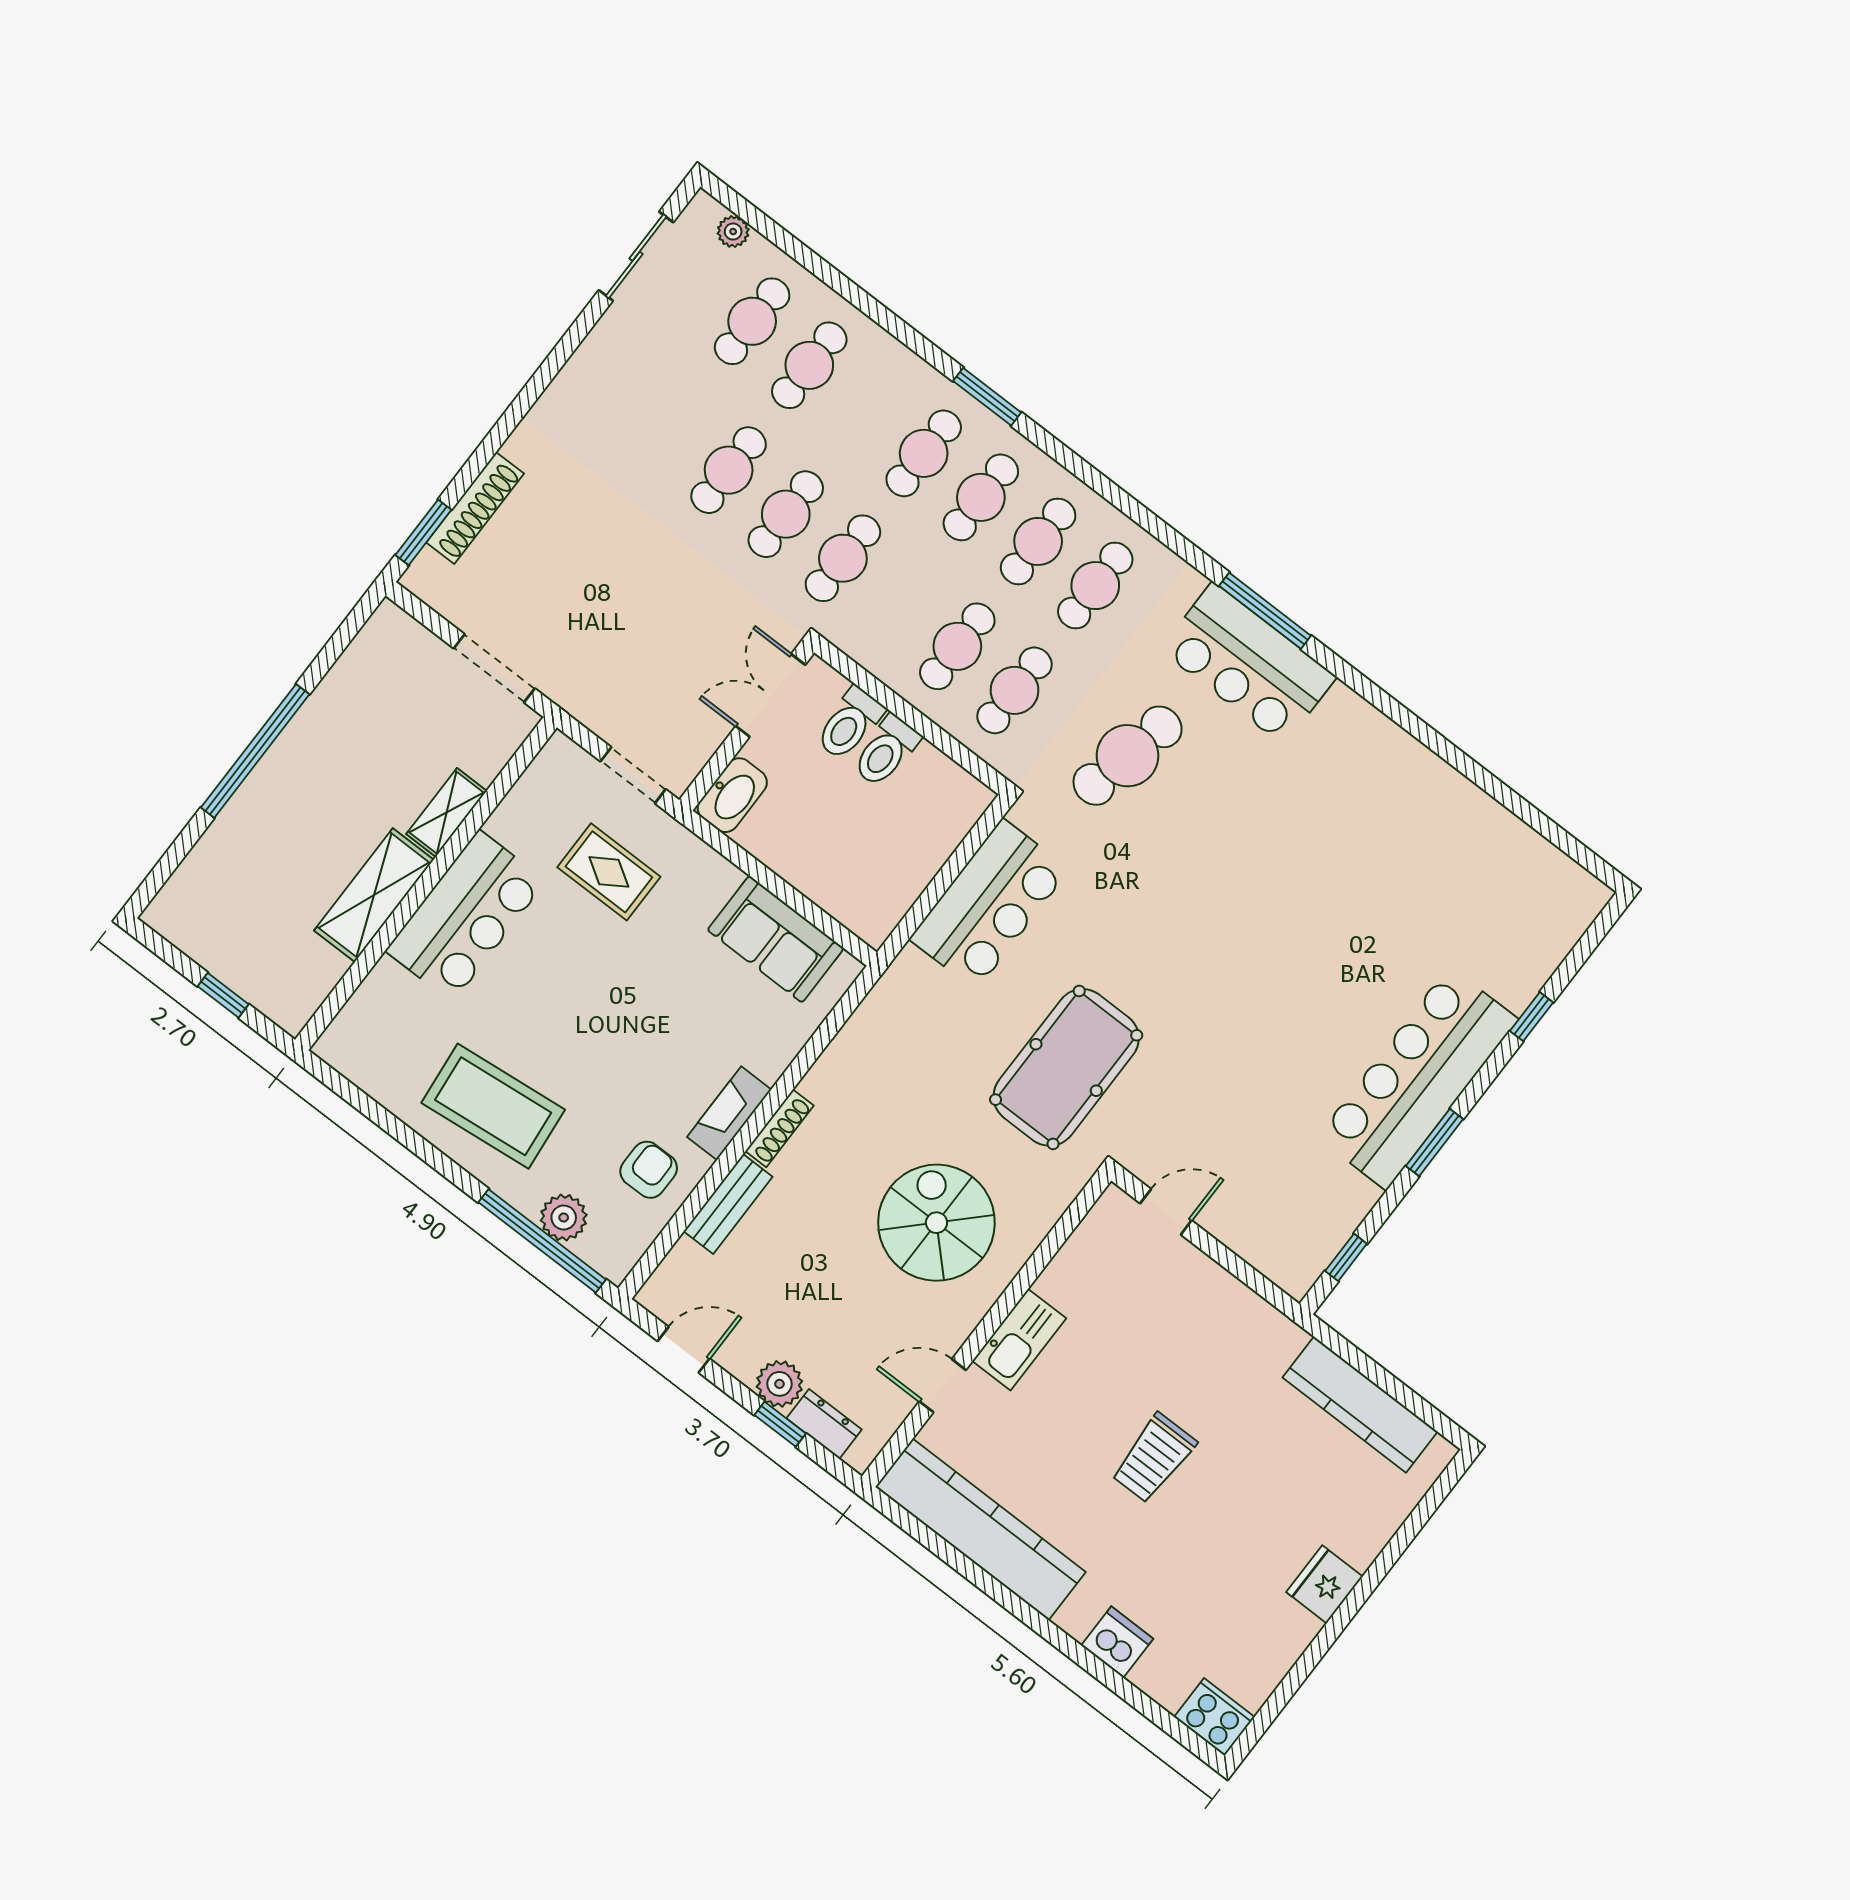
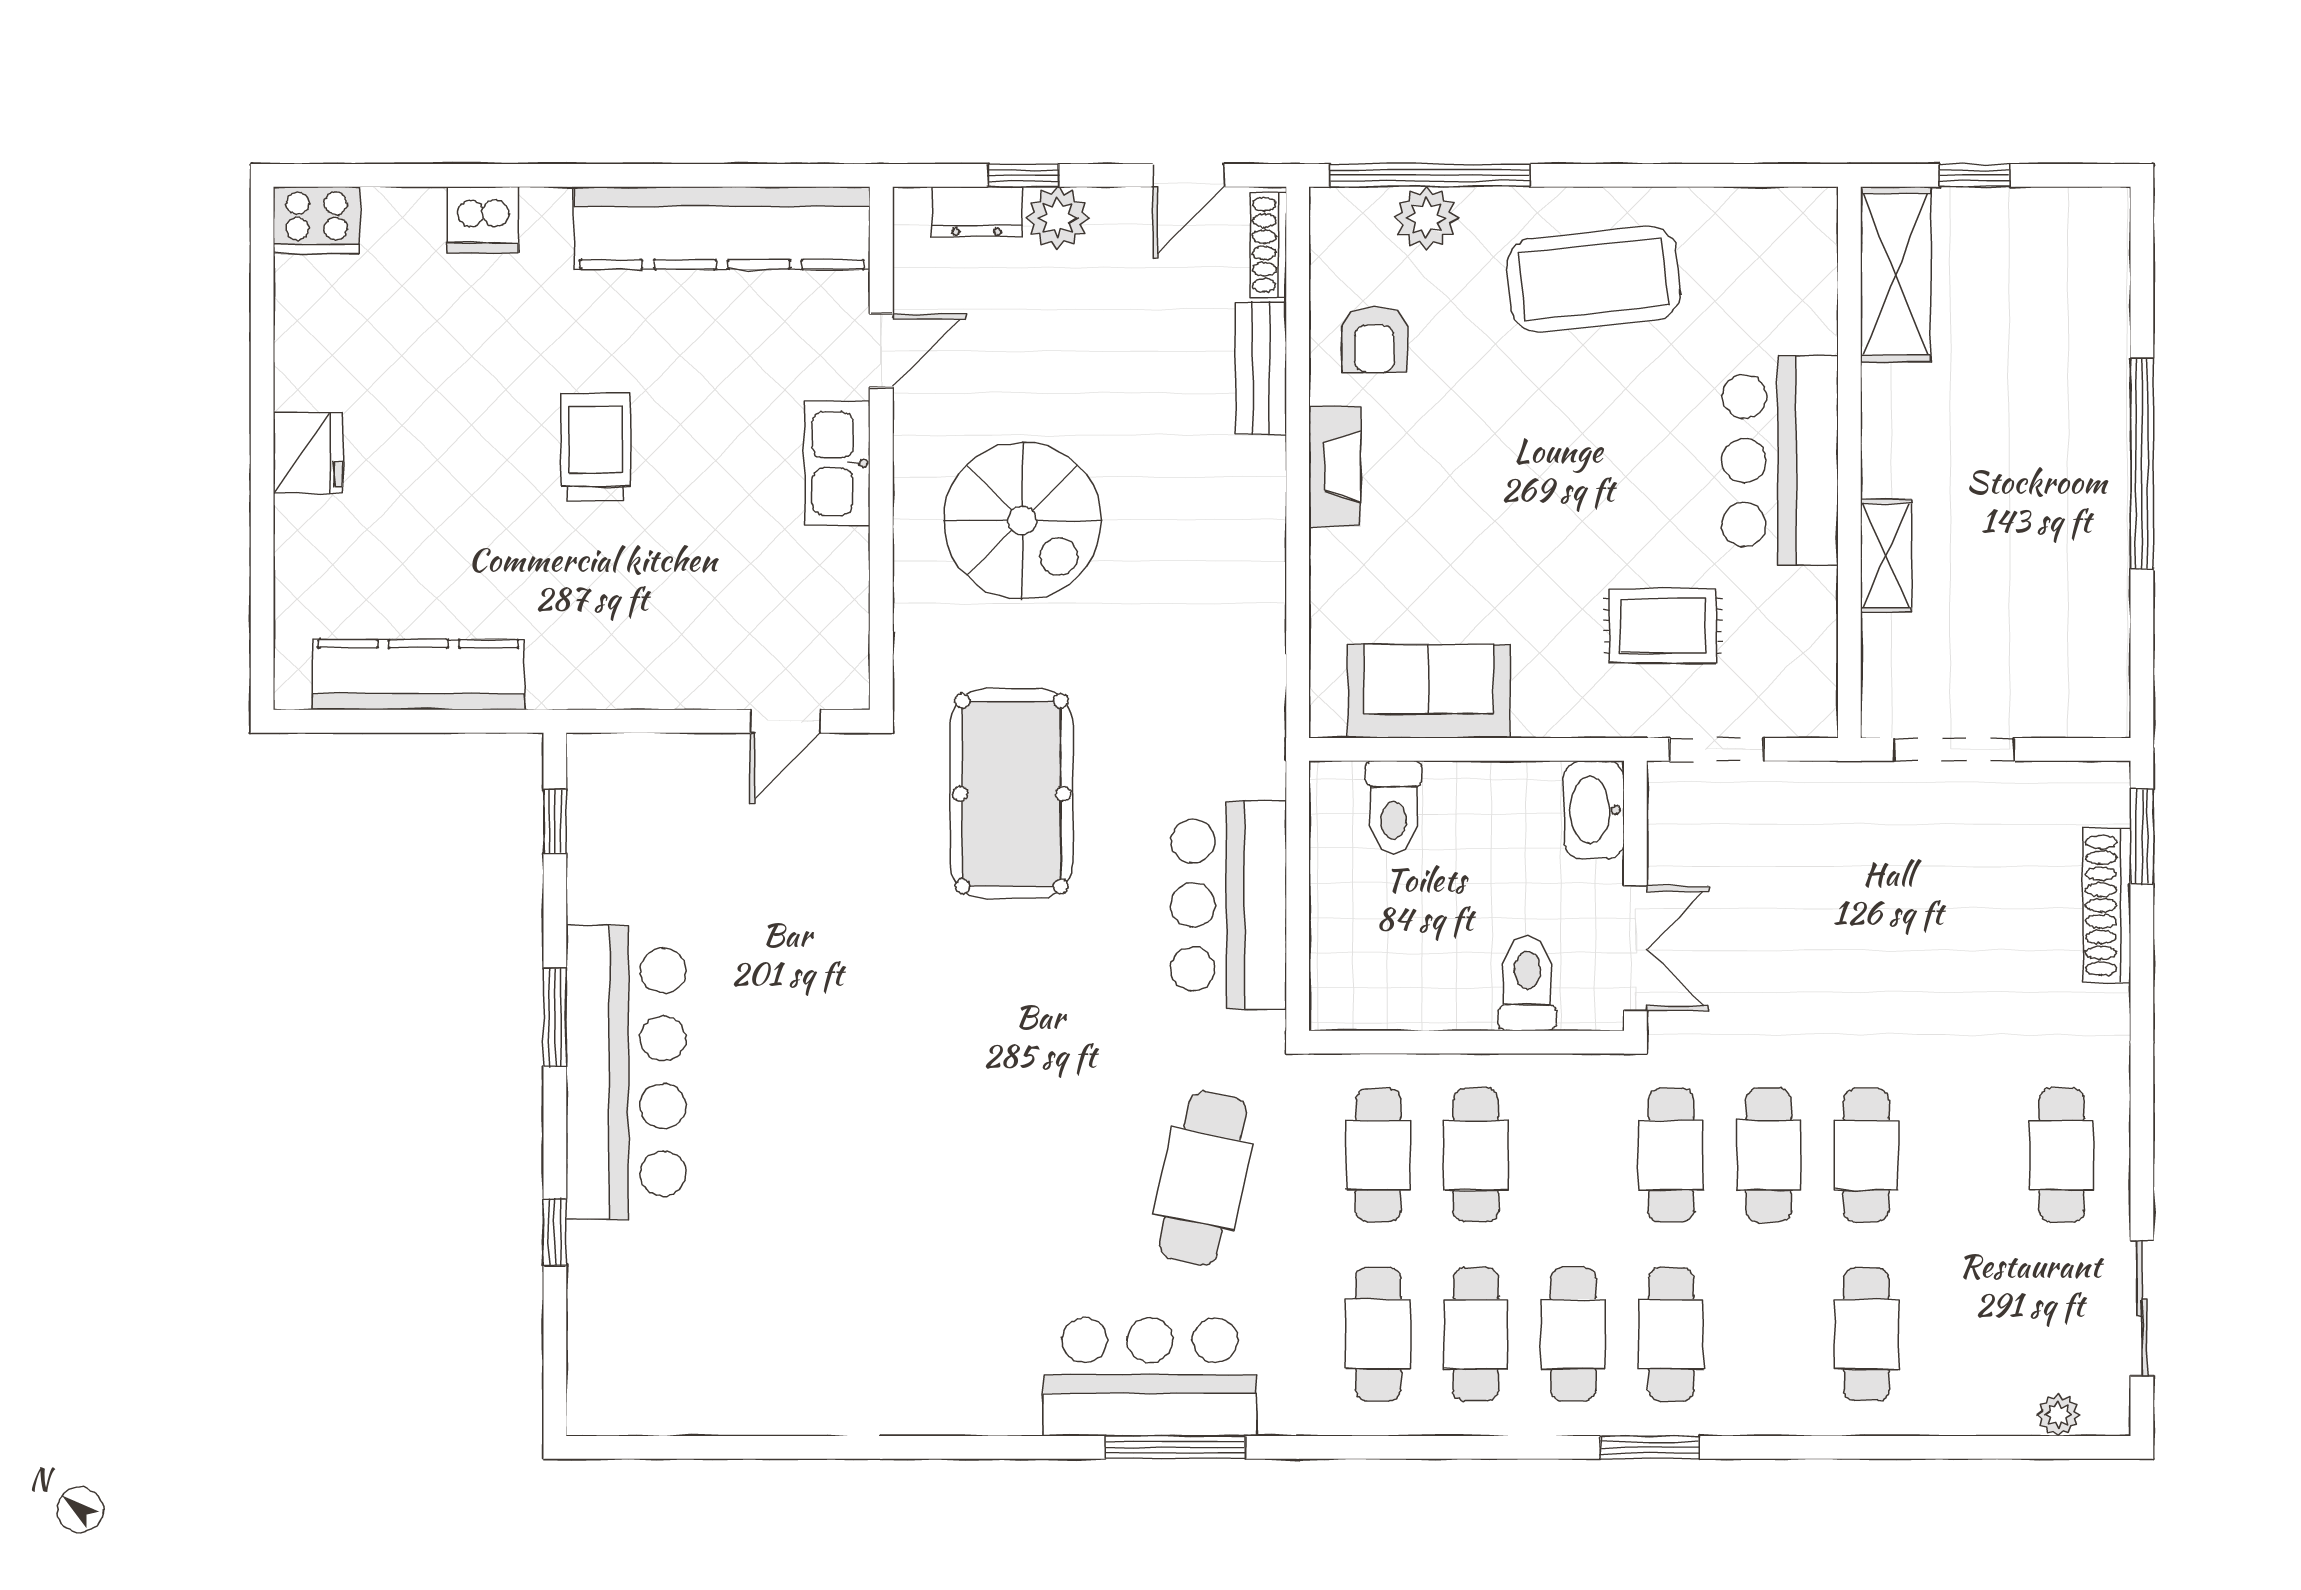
cafe table: (752, 321) -> (2062, 1155), moved
toilet: (886, 751) -> (1394, 807), moved, turned 180
shelving: (374, 895) -> (1896, 274), moved
shoe rack: (779, 1128) -> (1269, 245), moved

